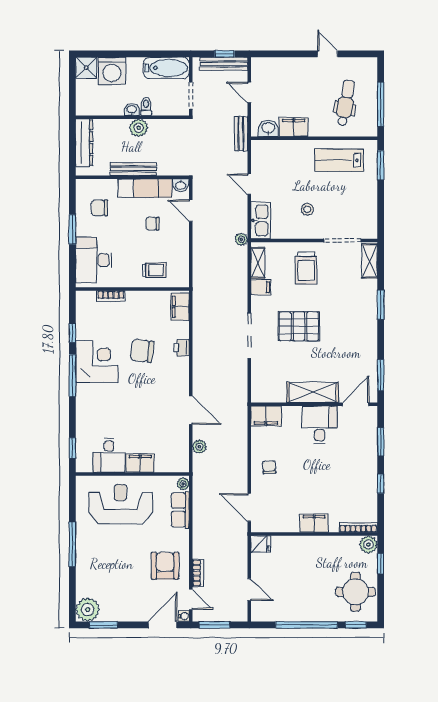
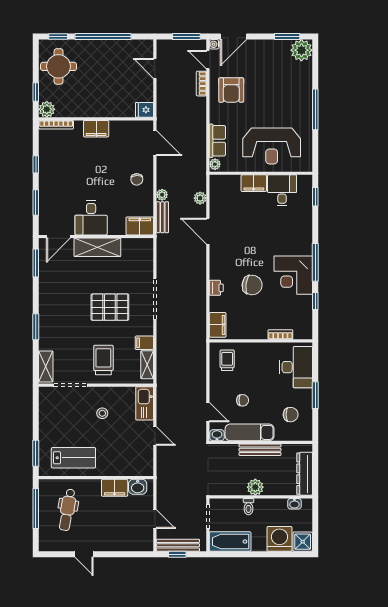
washbasin: (132, 110) -> (294, 504), moved
bench: (241, 134) -> (162, 217), moved
plant: (241, 239) -> (162, 195), moved
trolley: (154, 270) -> (227, 360), moved, turned 90

